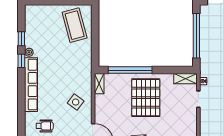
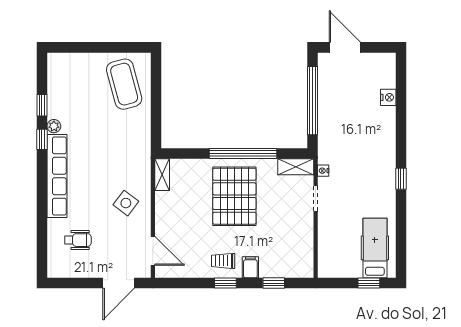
window: (130, 70) -> (243, 154), moved

